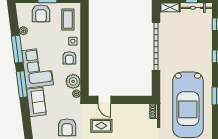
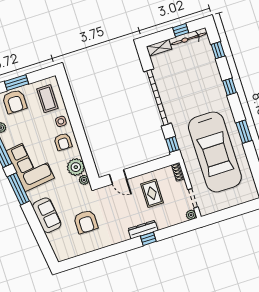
window: (156, 88) -> (172, 144), added
sofa: (36, 102) -> (47, 215), moved
rug: (101, 126) -> (152, 193), moved, turned 90

